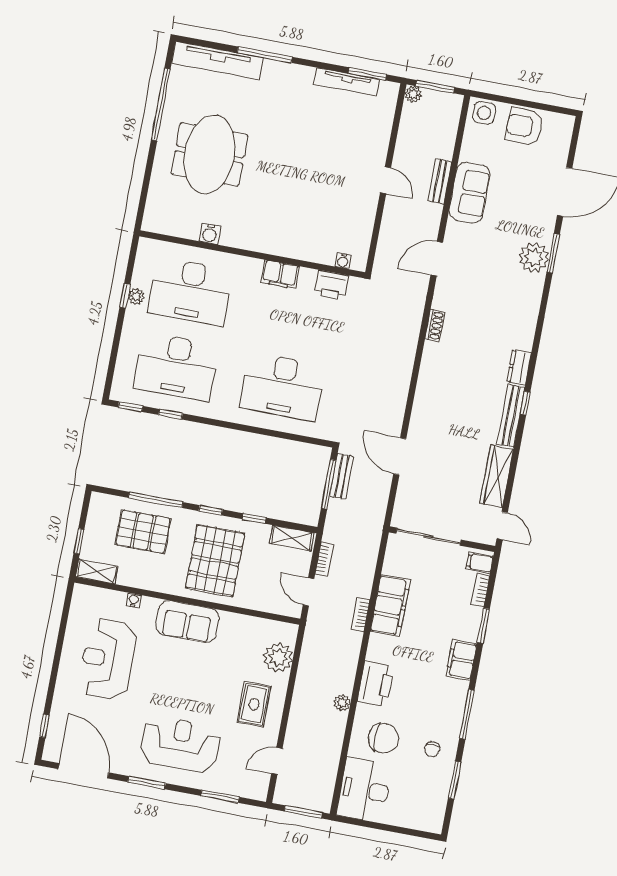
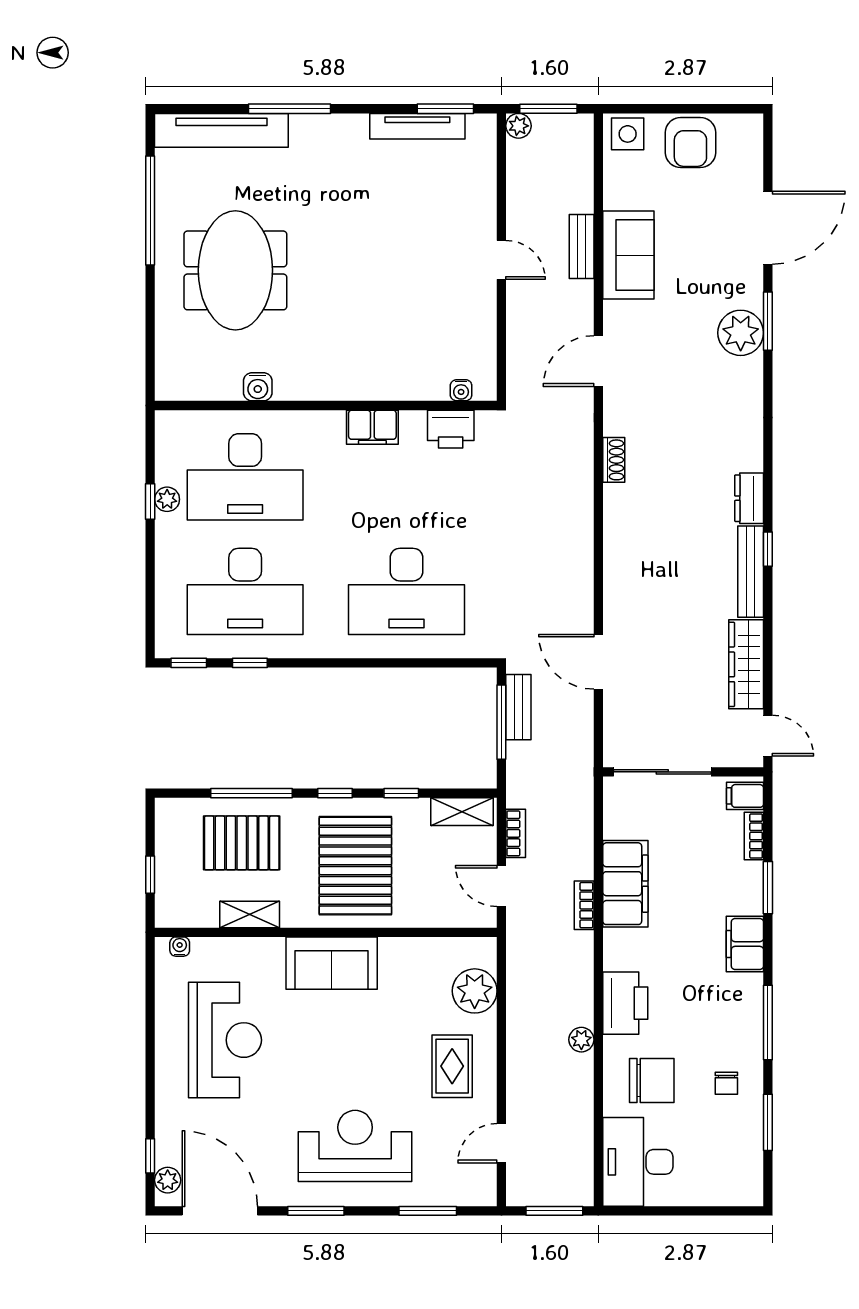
armchair: (524, 126) -> (690, 143), turned -91
shelving: (97, 572) -> (250, 914), moved
water cooler: (134, 600) -> (180, 947), moved
reception desk: (108, 659) -> (225, 1040), turned 180
plant: (53, 744) -> (168, 1180), added

